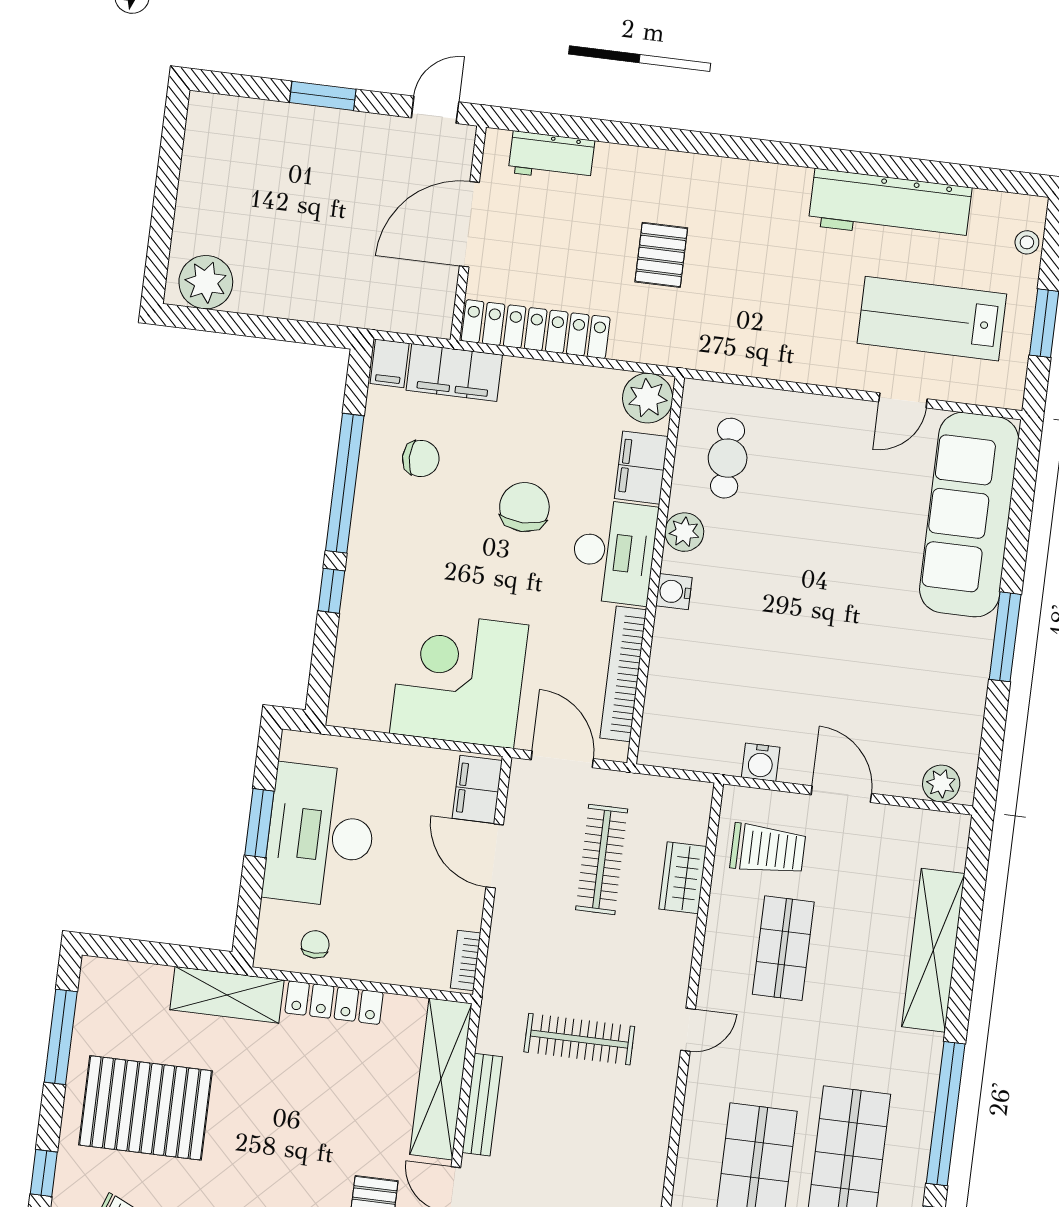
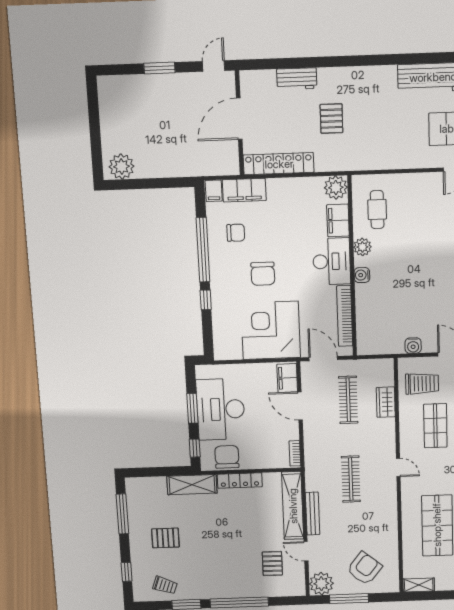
workbench: (551, 156) -> (297, 79), moved
chair: (524, 507) -> (263, 274), moved, turned 180
window: (248, 913) -> (195, 448), added
chair: (315, 944) -> (227, 457), width x1.87, depth x1.87
door: (688, 1030) -> (398, 467), hinge flipped
clothes rail: (579, 1039) -> (351, 479), turned 90
pallet: (146, 1108) -> (165, 538), width x0.49, depth x0.50

